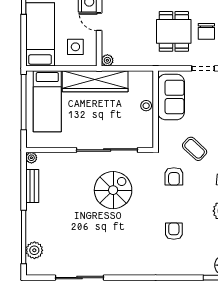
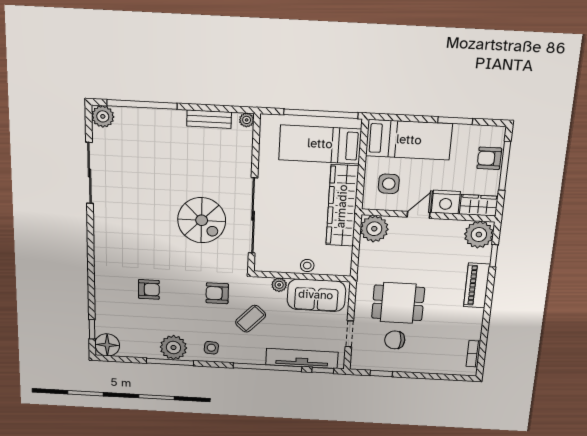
plant: (107, 60) -> (374, 229), width x1.88, depth x1.88
plant: (164, 127) -> (279, 285), added
plant: (34, 250) -> (103, 116), moved

